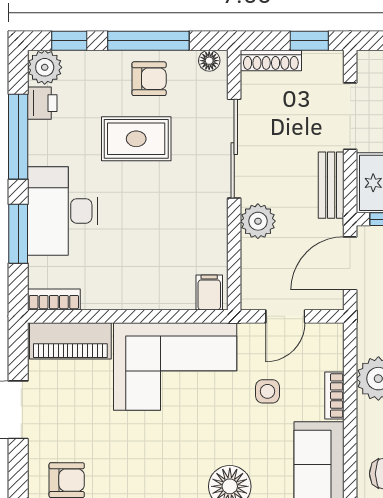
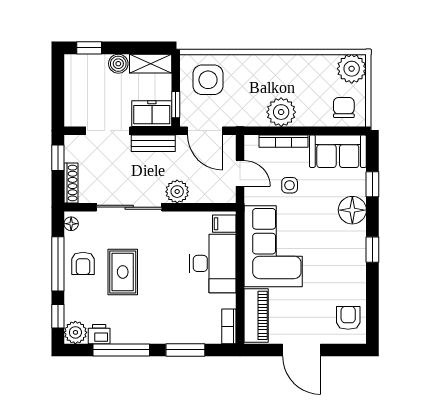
armchair: (149, 79) -> (83, 263), turned 180
desk: (62, 211) -> (213, 263), moved, turned -90
bookcase: (334, 395) -> (283, 141), width x1.56

